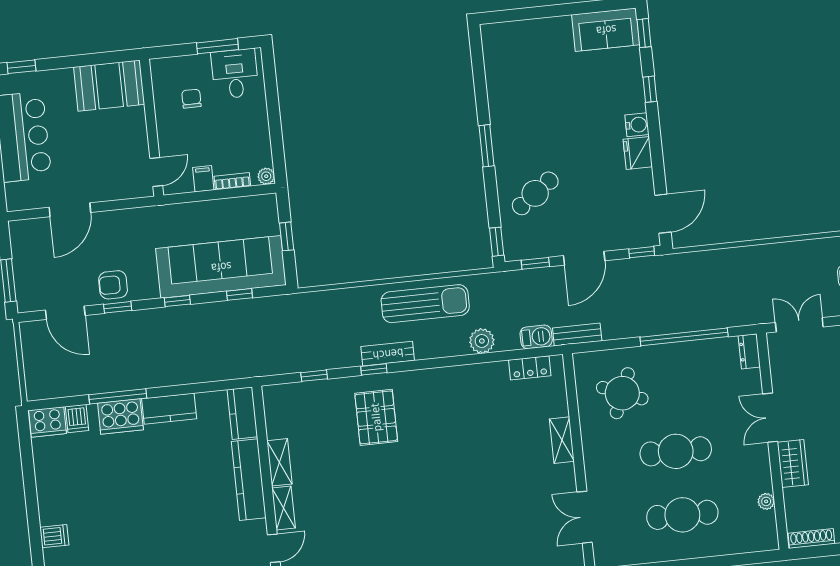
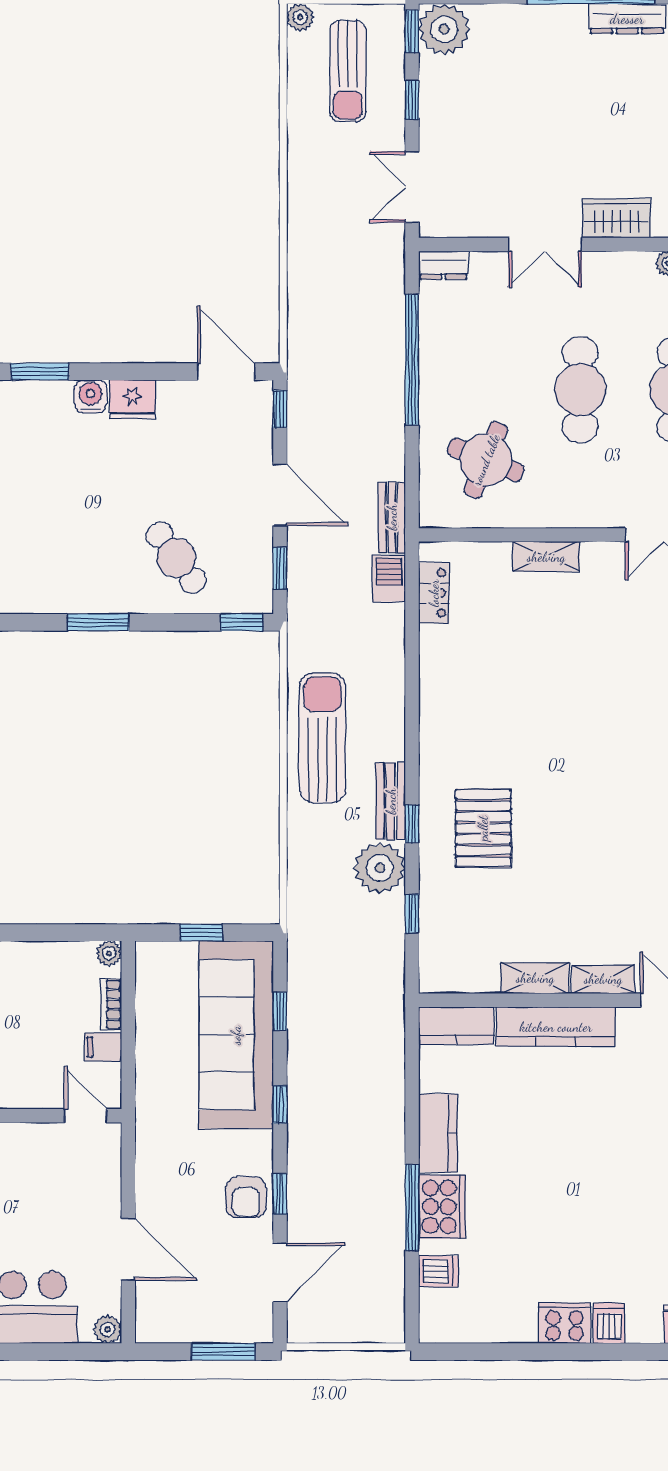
window: (650, 89) -> (40, 372), width x1.50
plant: (15, 202) -> (108, 1329), added
plant: (482, 341) -> (380, 868), moved, width x1.36, depth x1.36
pallet: (376, 417) -> (483, 828), turned 90
cooker: (47, 422) -> (565, 1323), moved, turned -90

